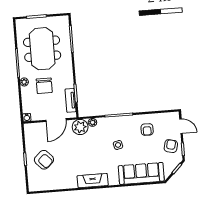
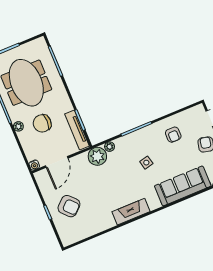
chair: (44, 86) -> (42, 123), turned 90
tv unit: (71, 100) -> (77, 130), width x1.41
door: (56, 120) -> (57, 162), moved

